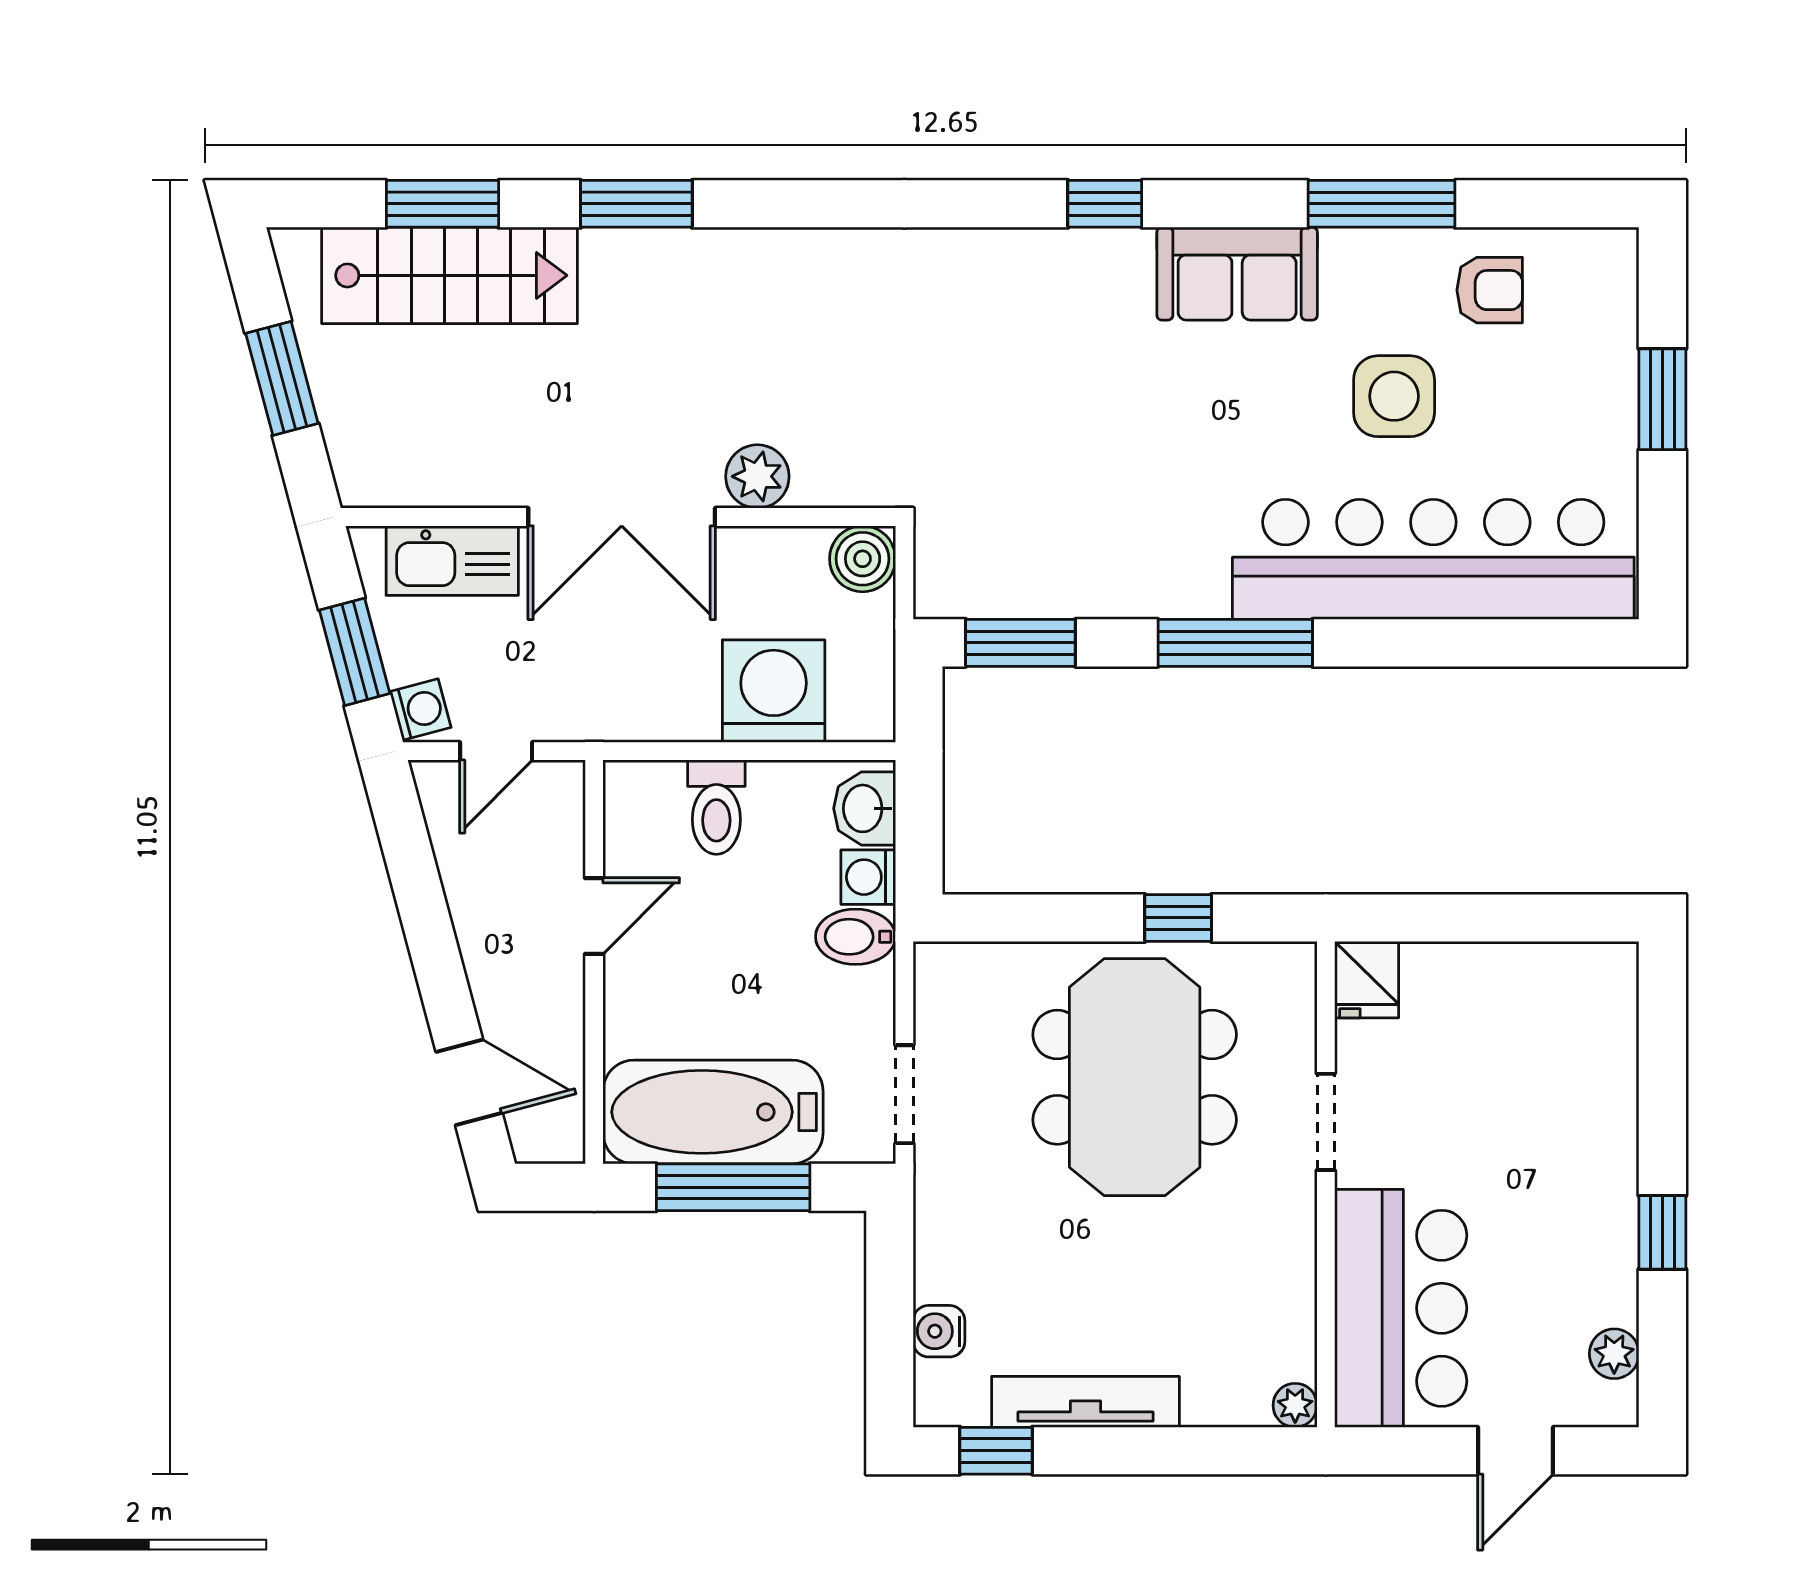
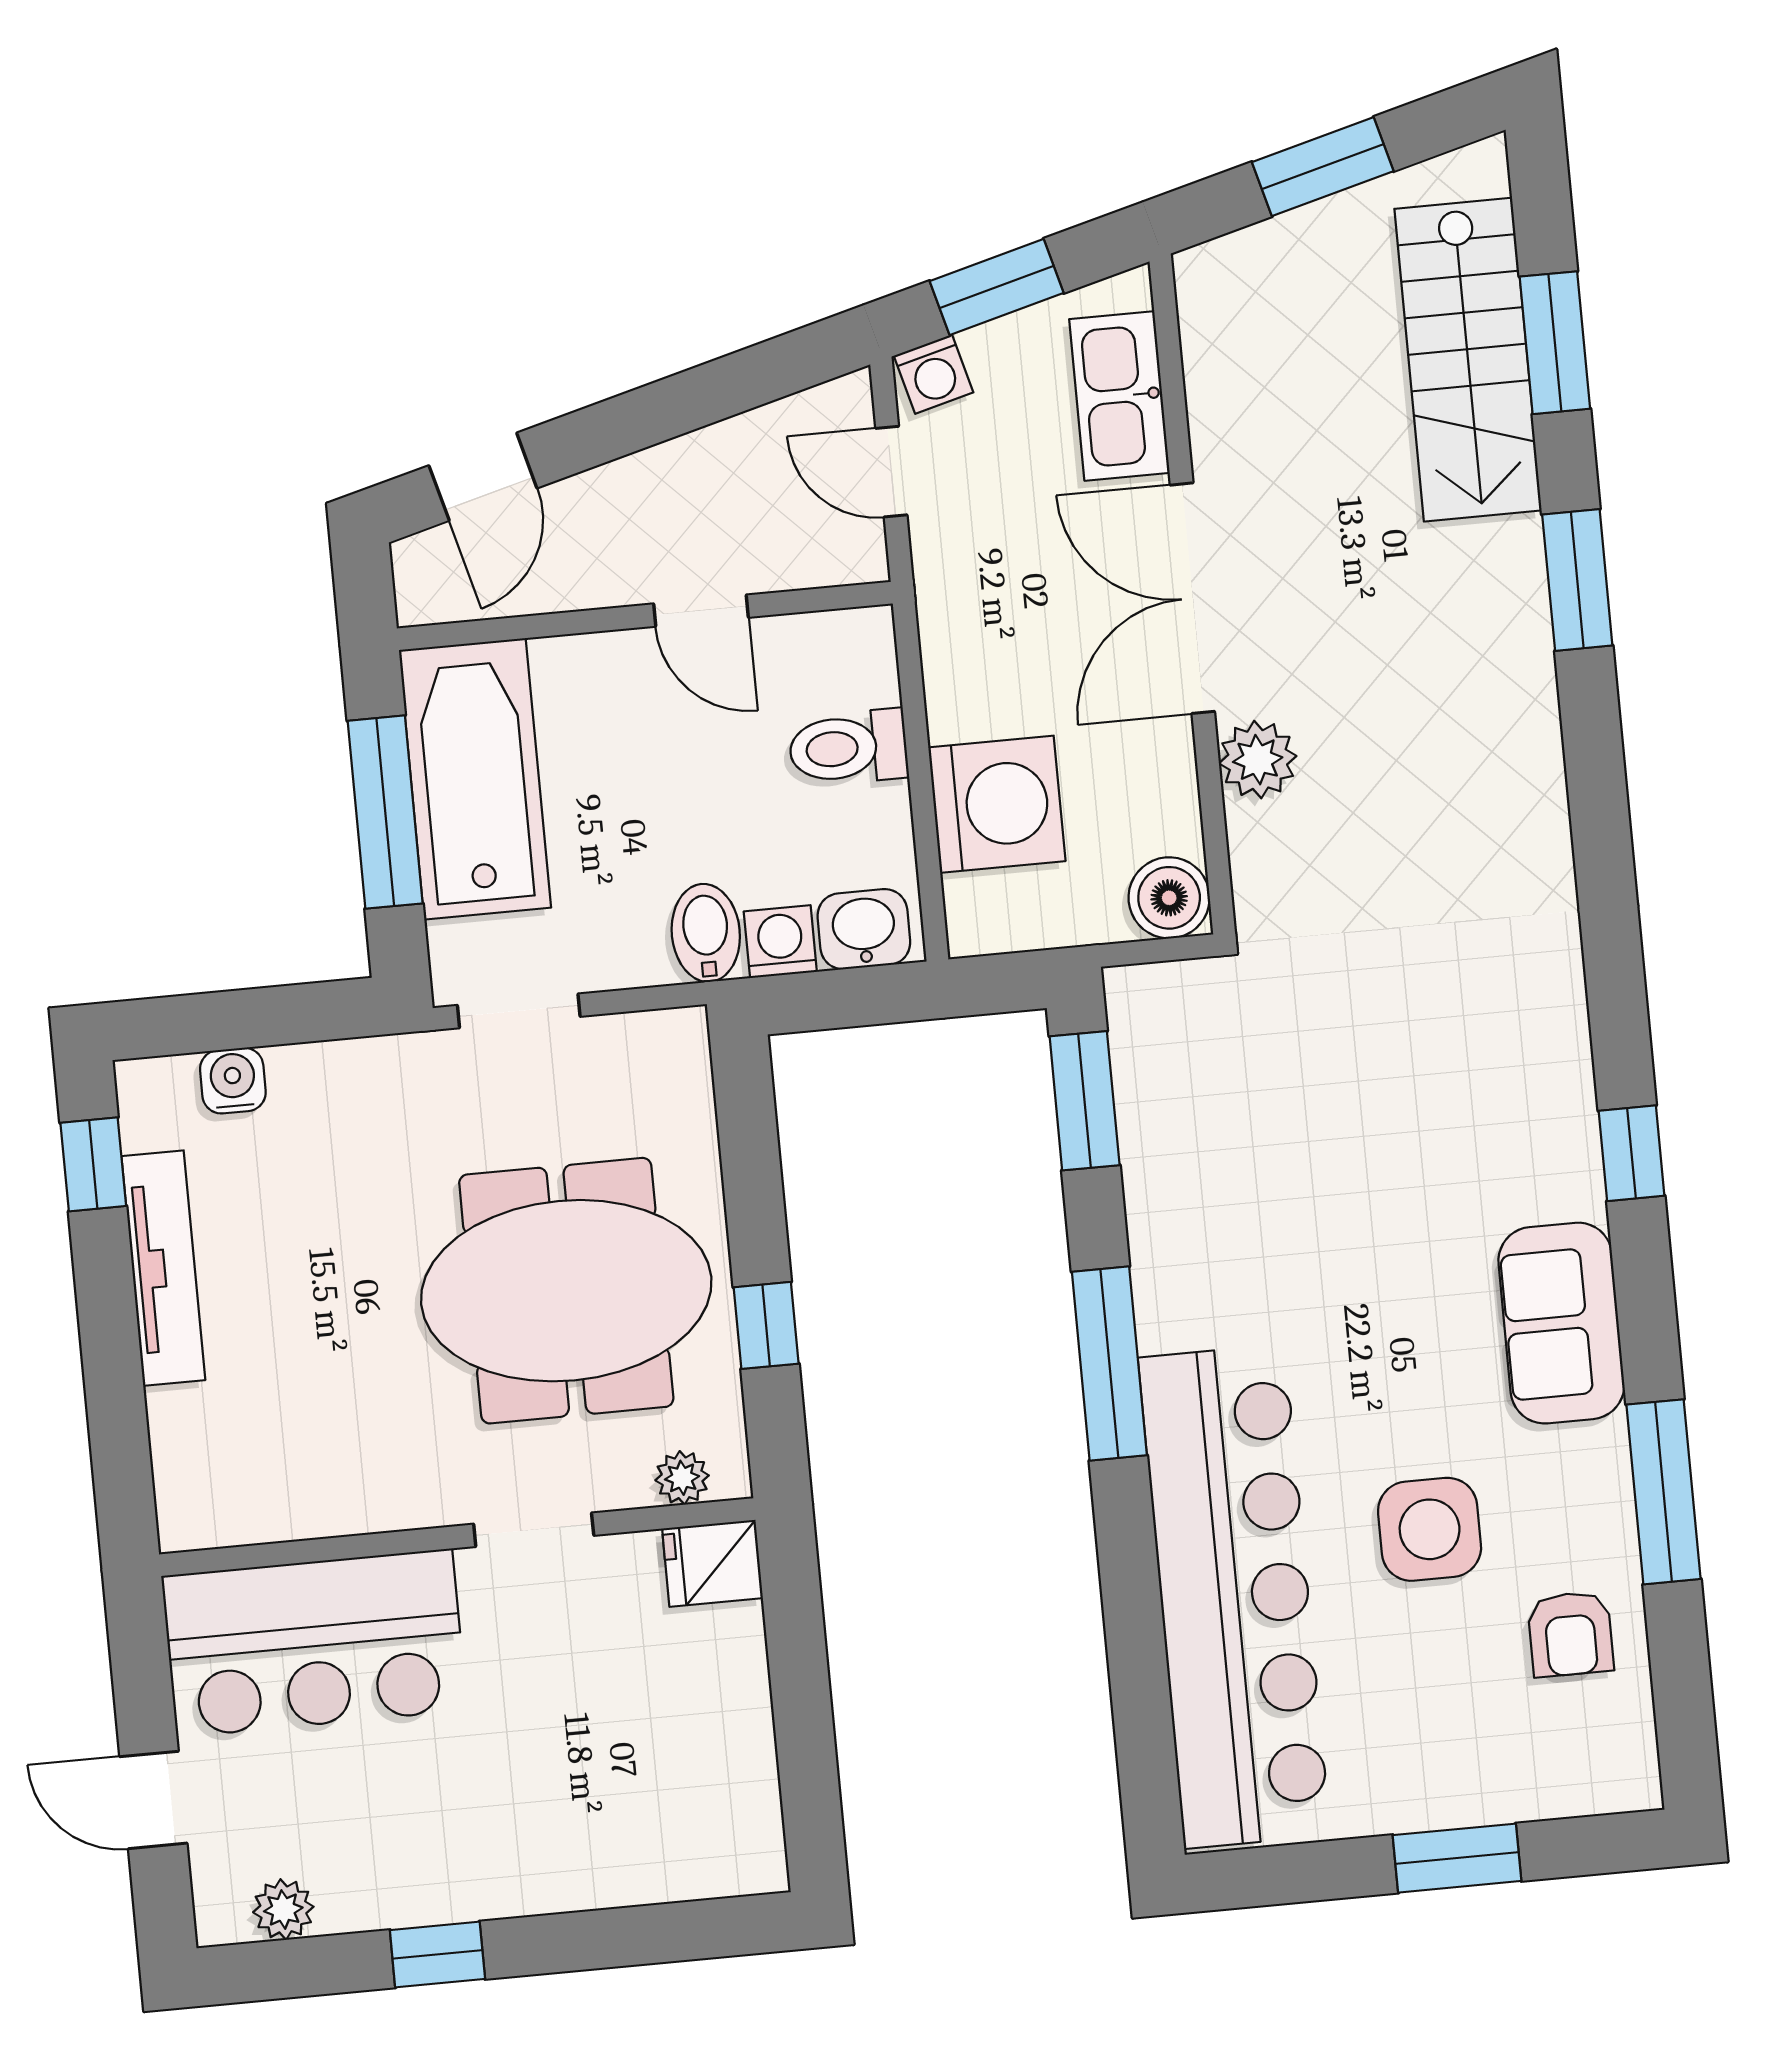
plant: (1295, 1405) -> (682, 1478), moved

